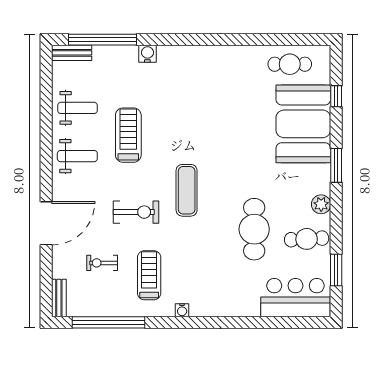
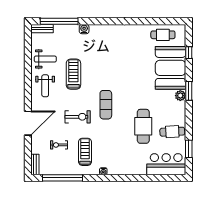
weight bench: (77, 156) -> (45, 86), turned 90
plant: (321, 204) -> (180, 96), moved

